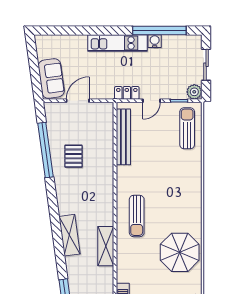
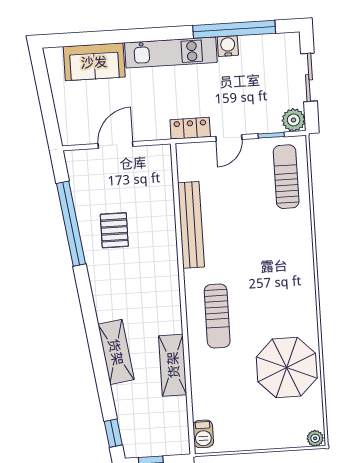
sofa: (51, 78) -> (94, 62), moved, turned 98
bench: (123, 137) -> (191, 225), moved

